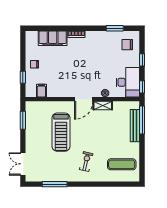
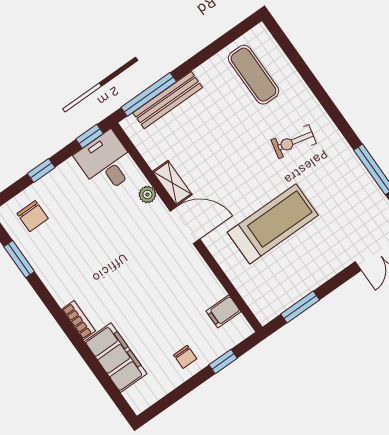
desk: (128, 82) -> (106, 162), width x0.73

